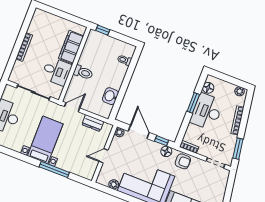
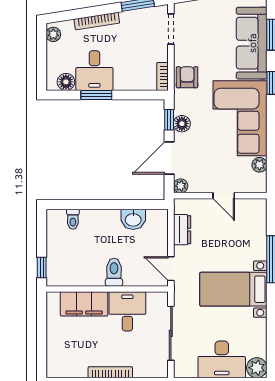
desk: (207, 112) -> (94, 71), width x0.73
floor lamp: (166, 151) -> (182, 124), moved

